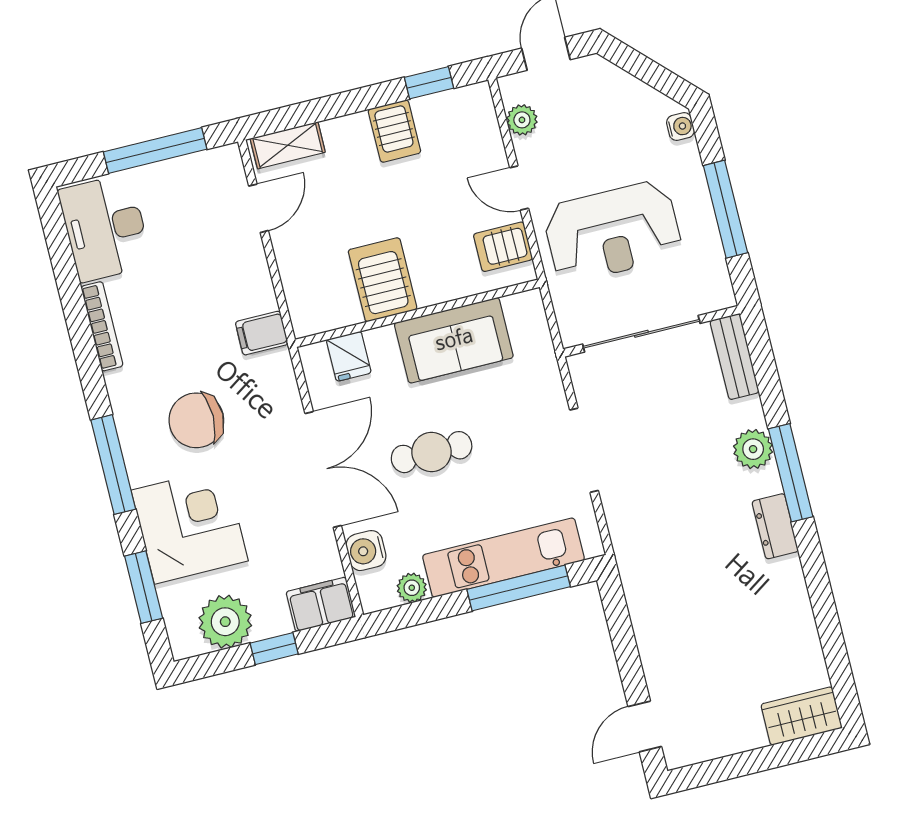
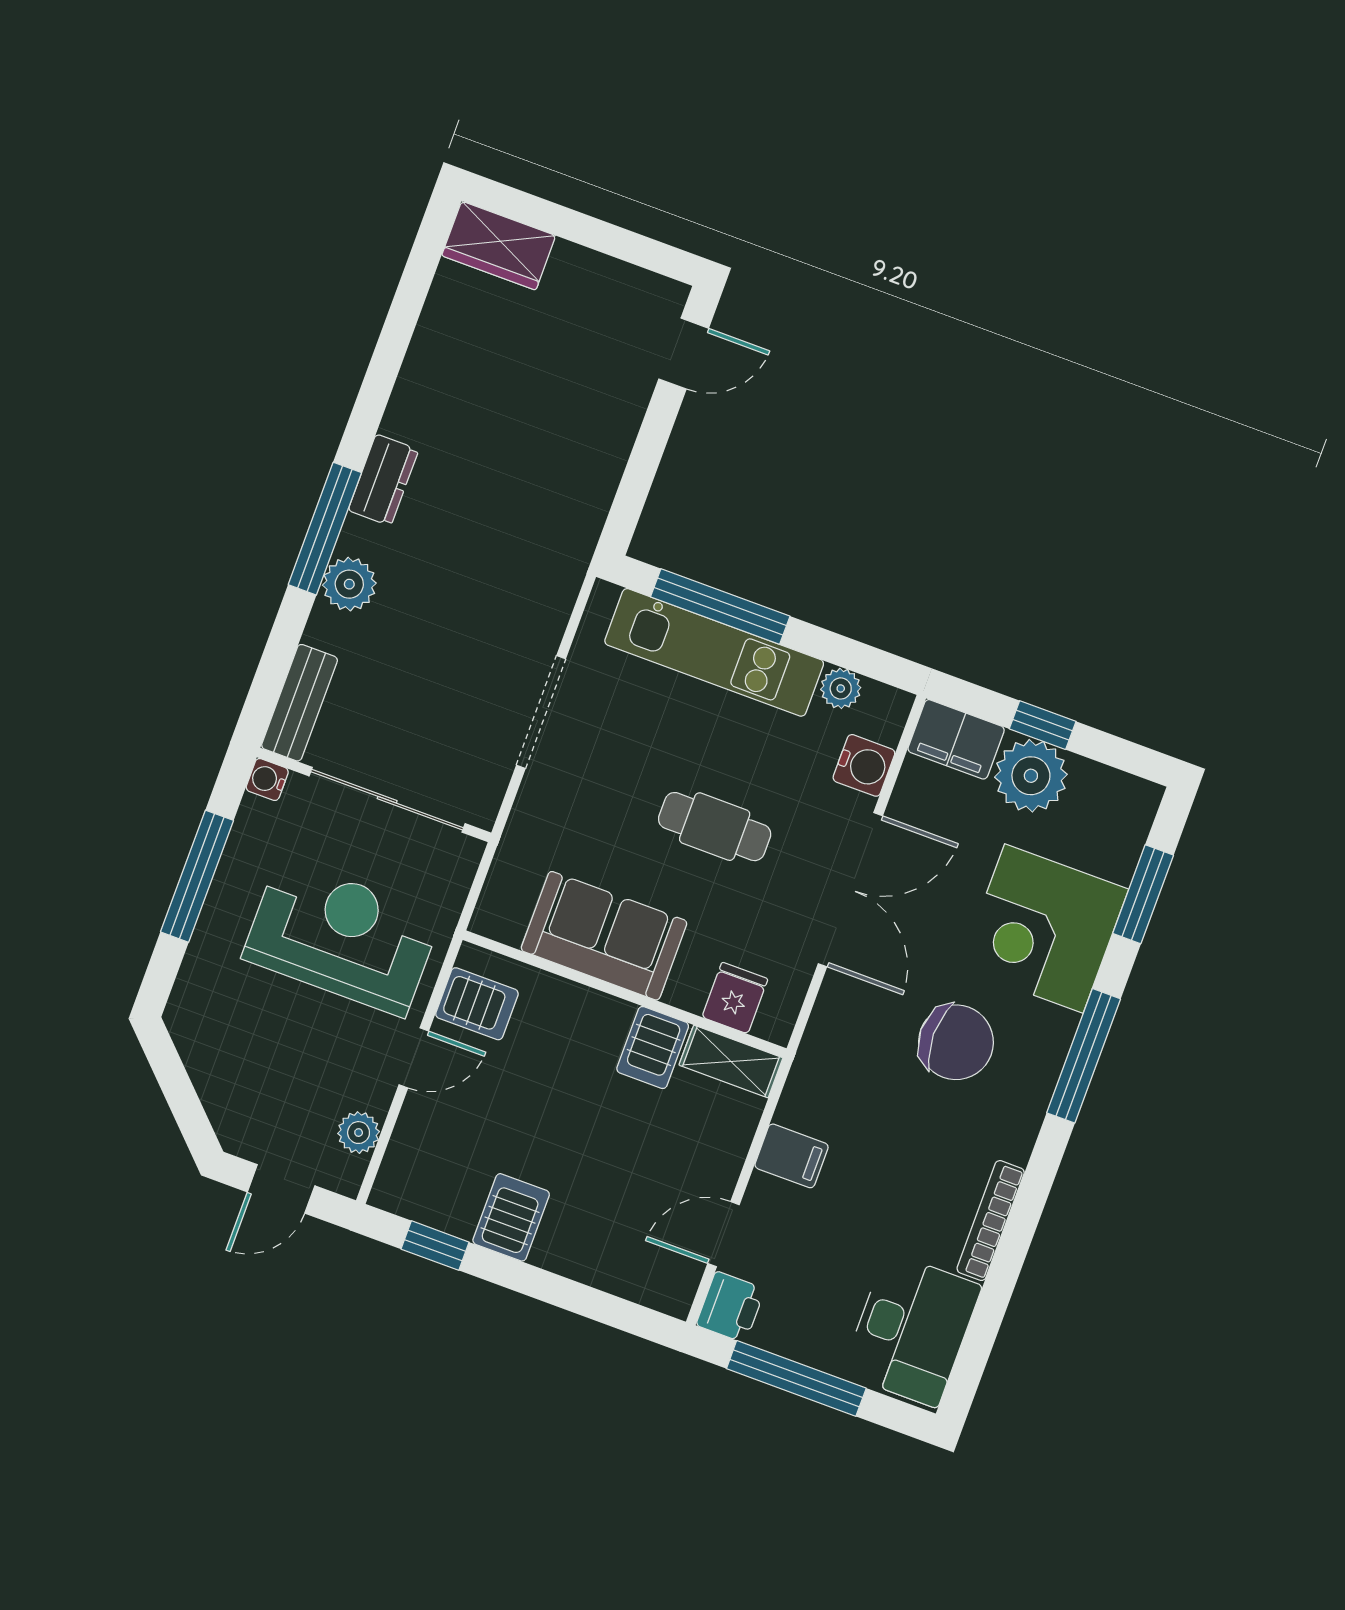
water cooler: (680, 127) -> (267, 780), moved
shelving: (288, 145) -> (731, 1061), moved
printer: (224, 167) -> (731, 1307), added
door: (519, 188) -> (414, 1058), hinge flipped
server rack: (383, 280) -> (653, 1047), width x0.73, depth x0.70
filing cabinet: (262, 333) -> (791, 1156), moved
double door: (323, 470) -> (850, 890), swing flipped
plant: (225, 622) -> (1031, 776), moved

